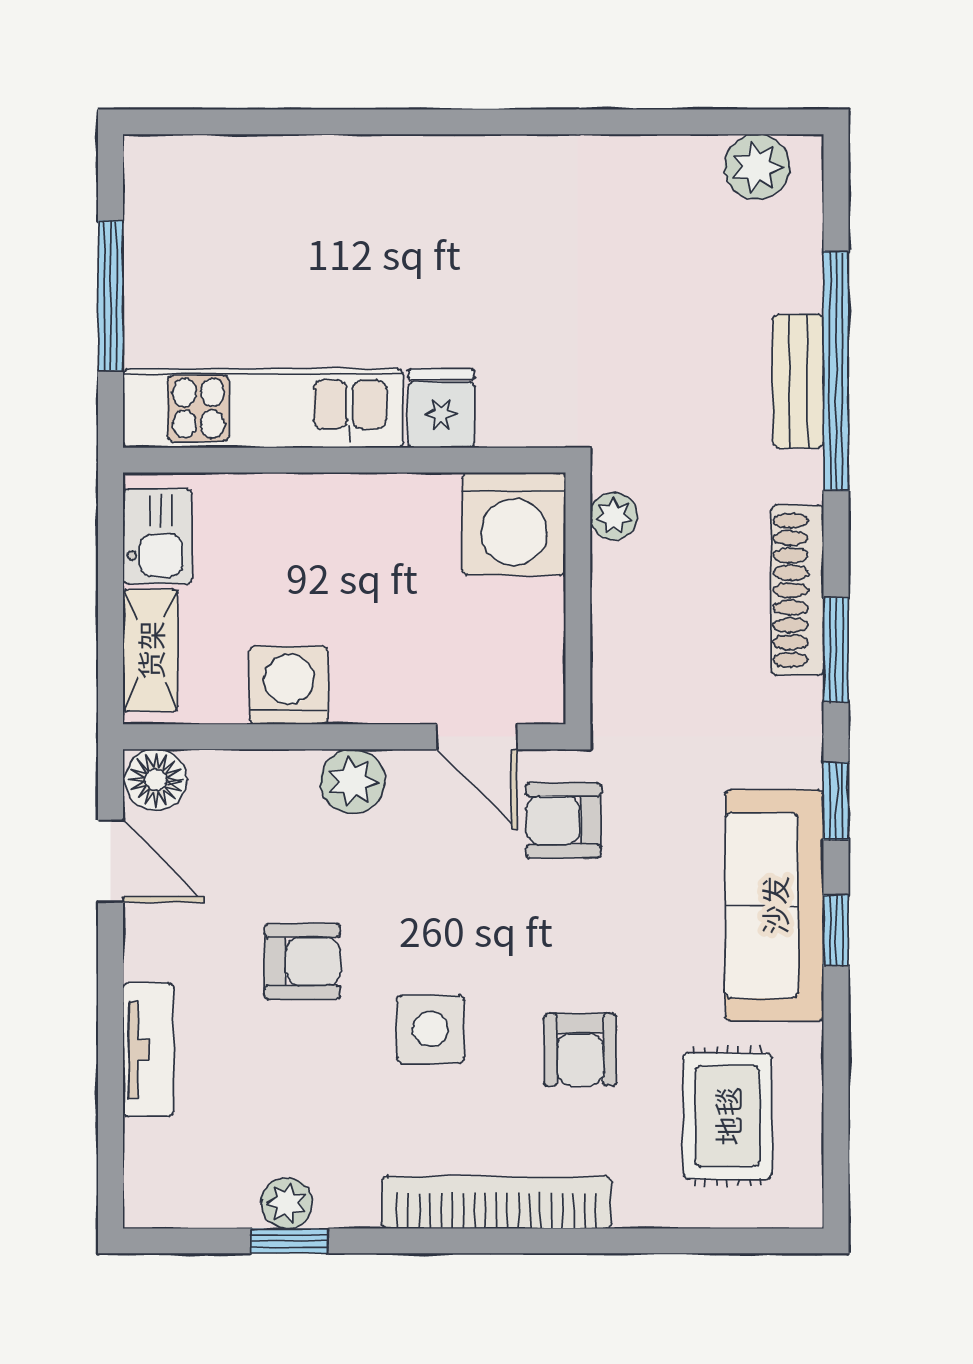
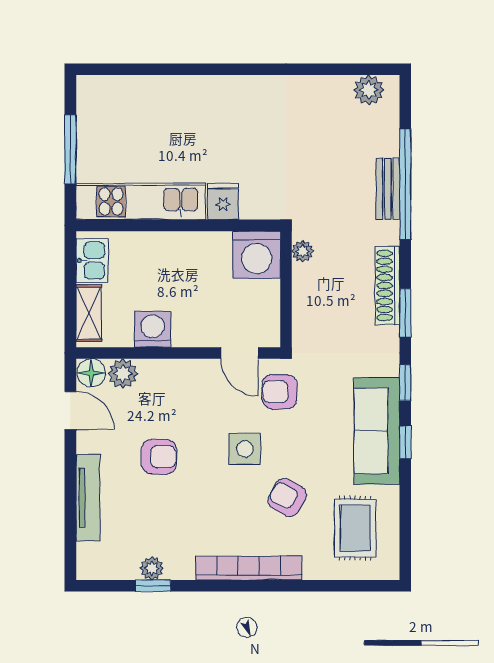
plant: (352, 781) -> (123, 374), moved
side table: (430, 1029) -> (245, 449), moved
tv unit: (148, 1050) -> (88, 498), width x1.41
armchair: (580, 1050) -> (287, 497), turned 120

